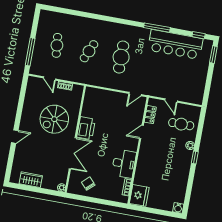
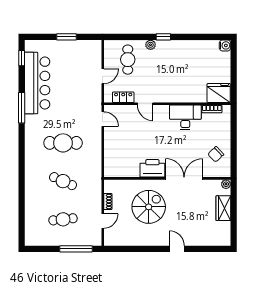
window: (213, 55) -> (67, 37), moved
spiral stairs: (54, 119) -> (149, 207), turned -90
wardrobe: (31, 180) -> (223, 208), moved

